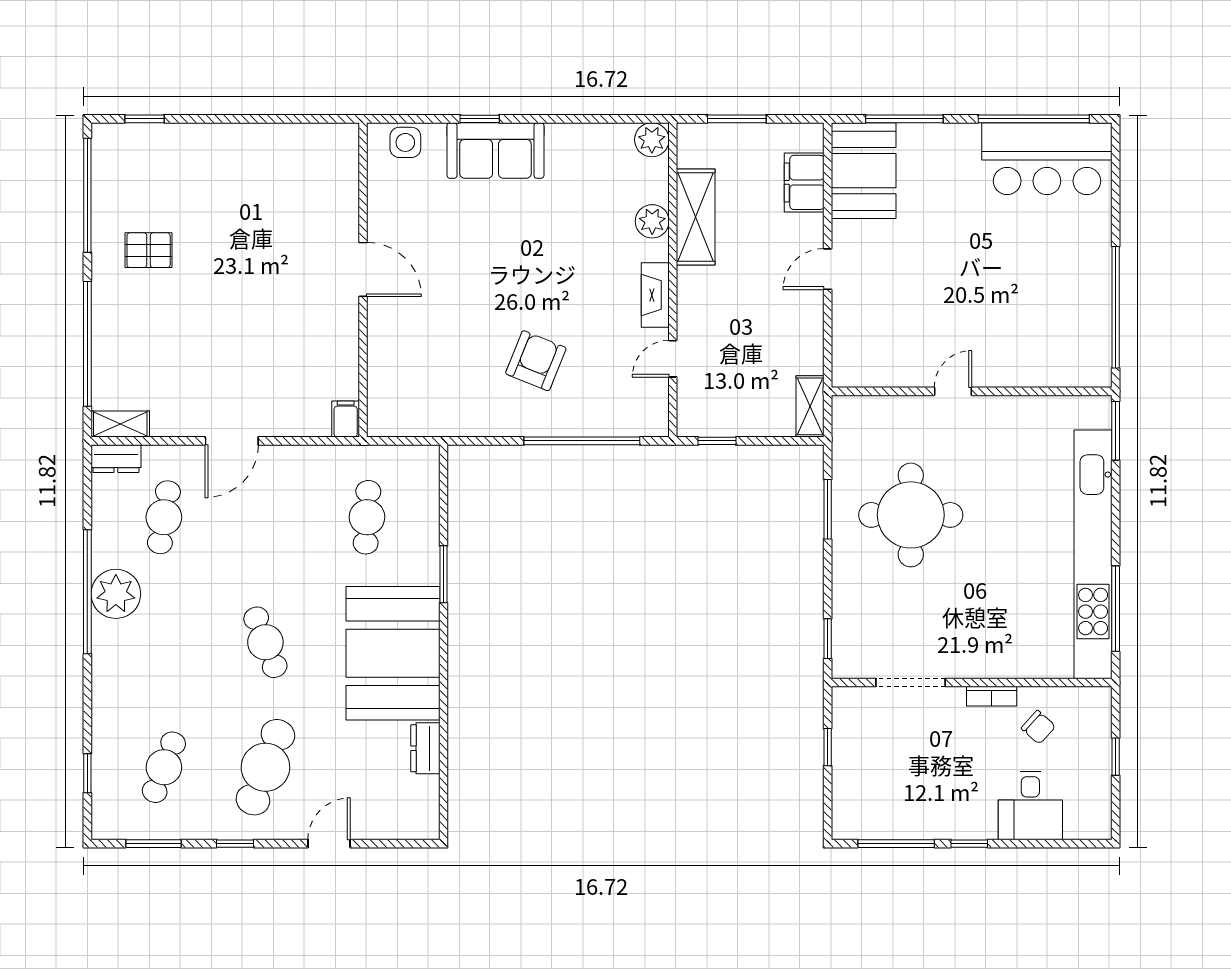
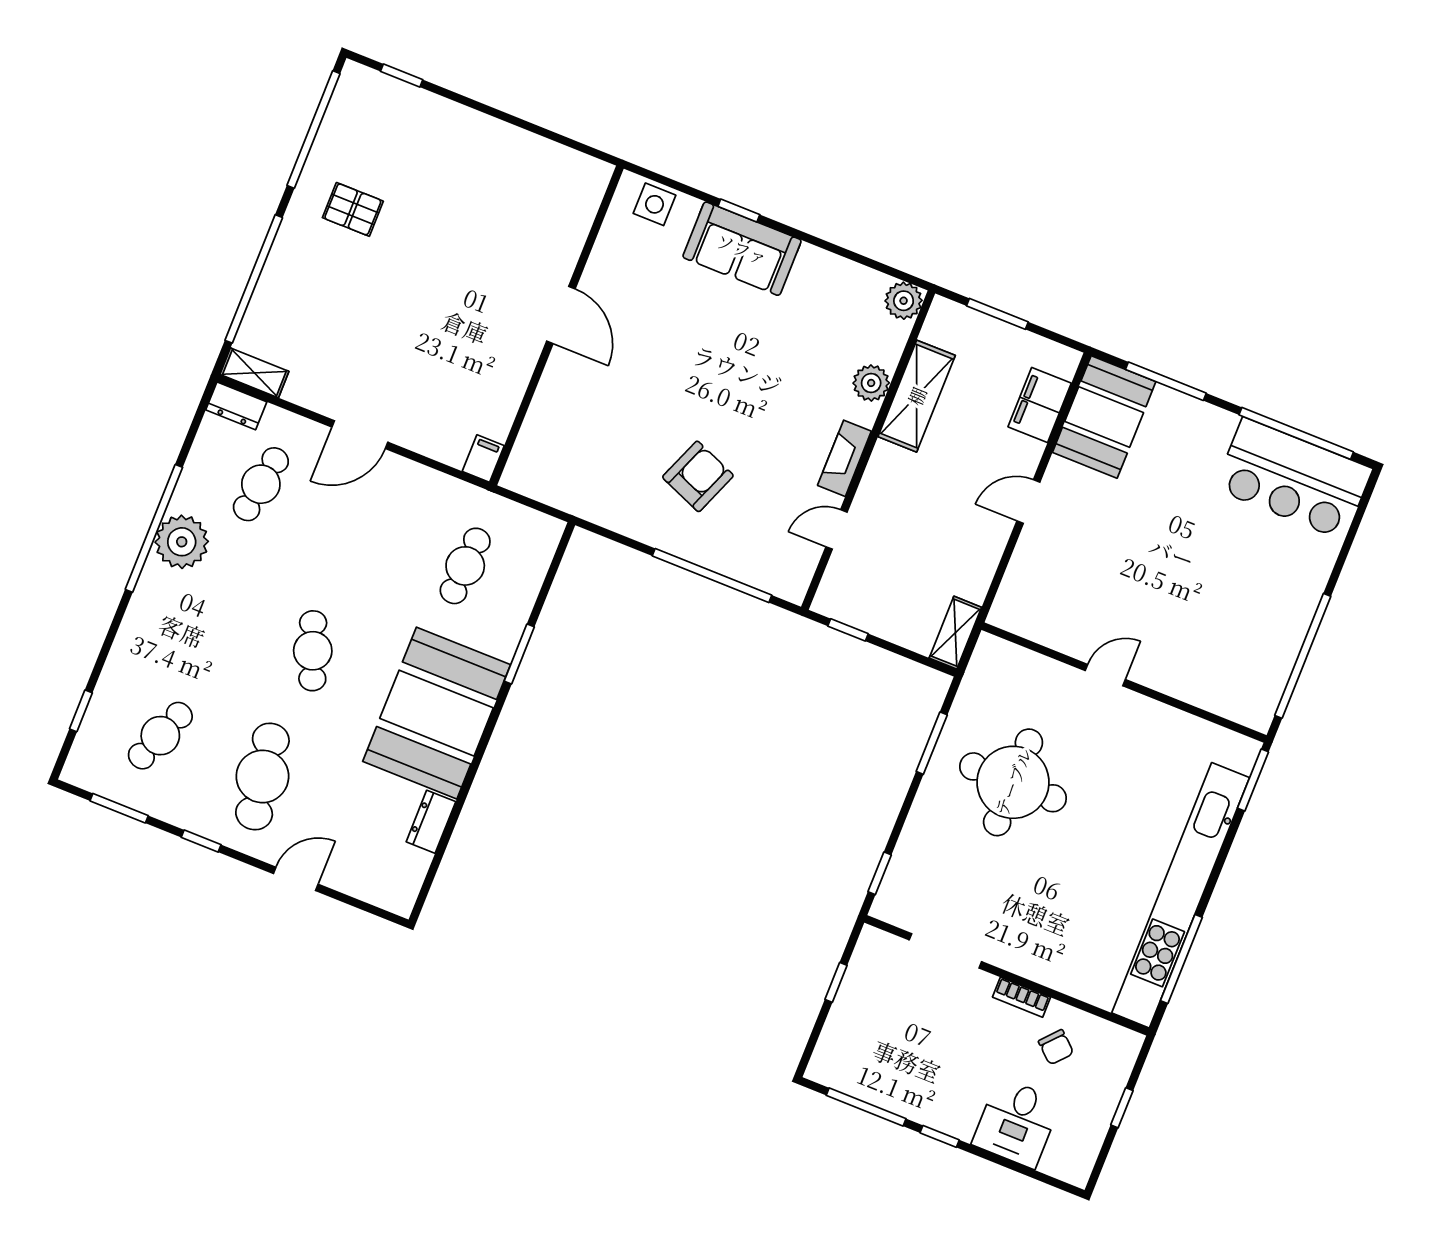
cafe table: (265, 767) -> (262, 776), turned -30

